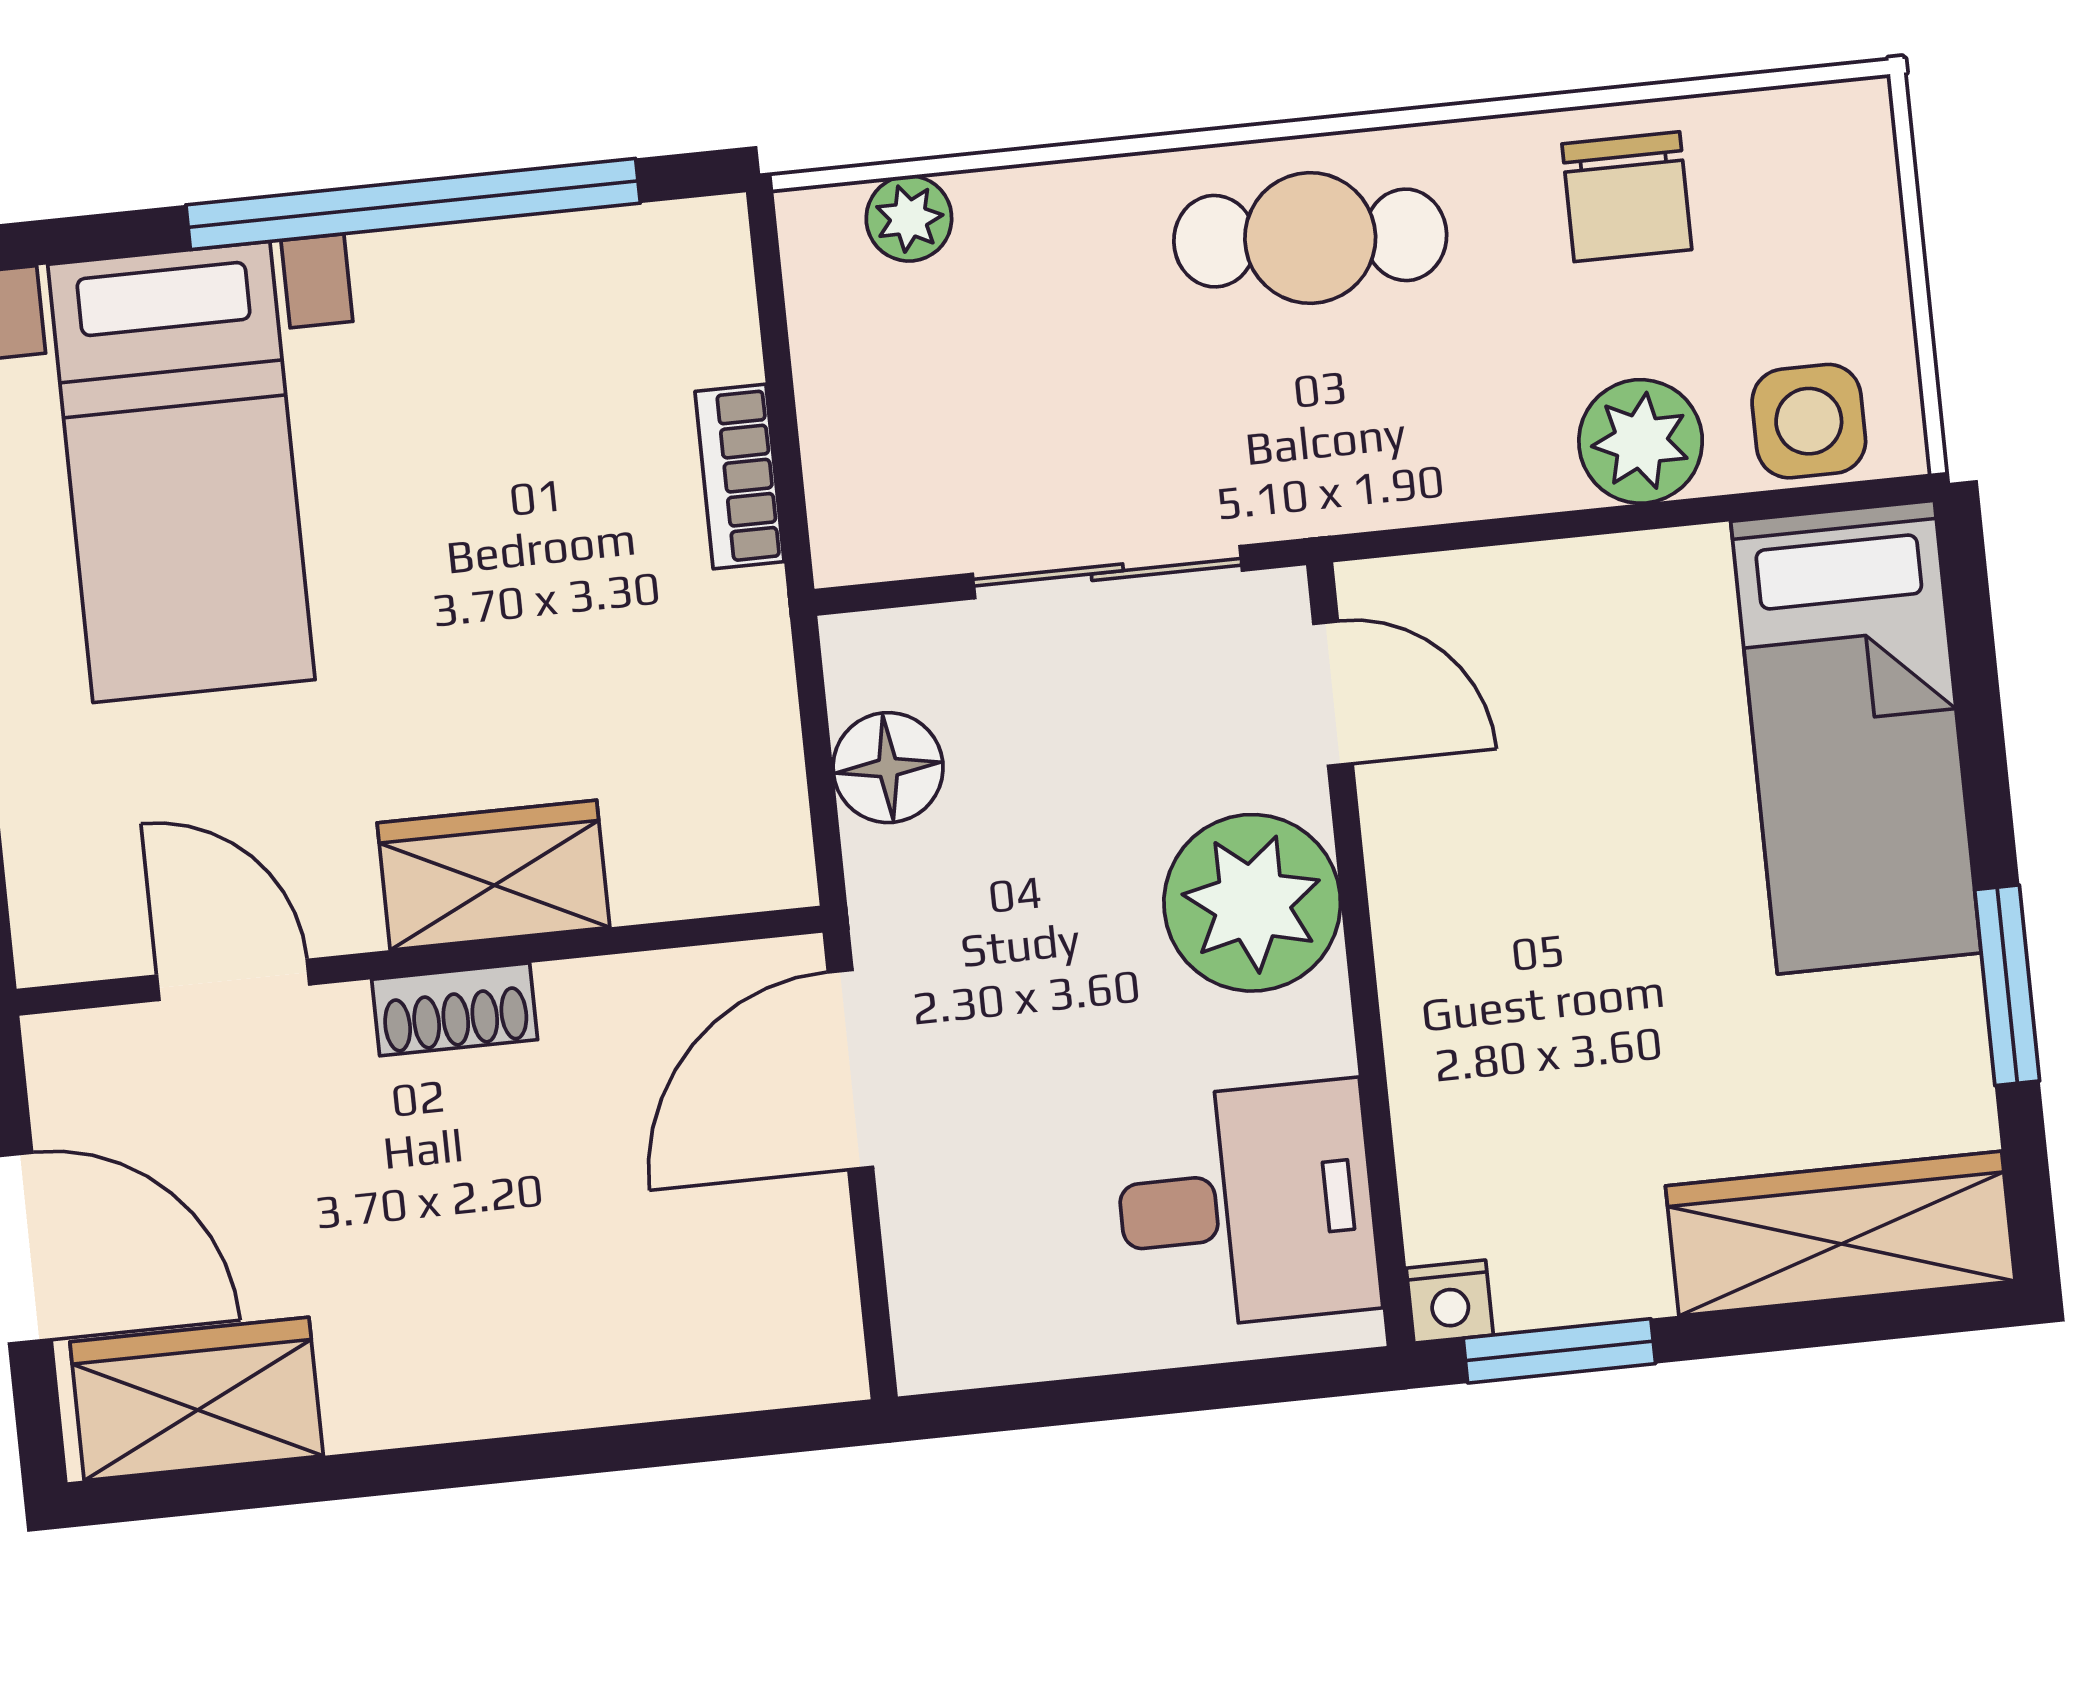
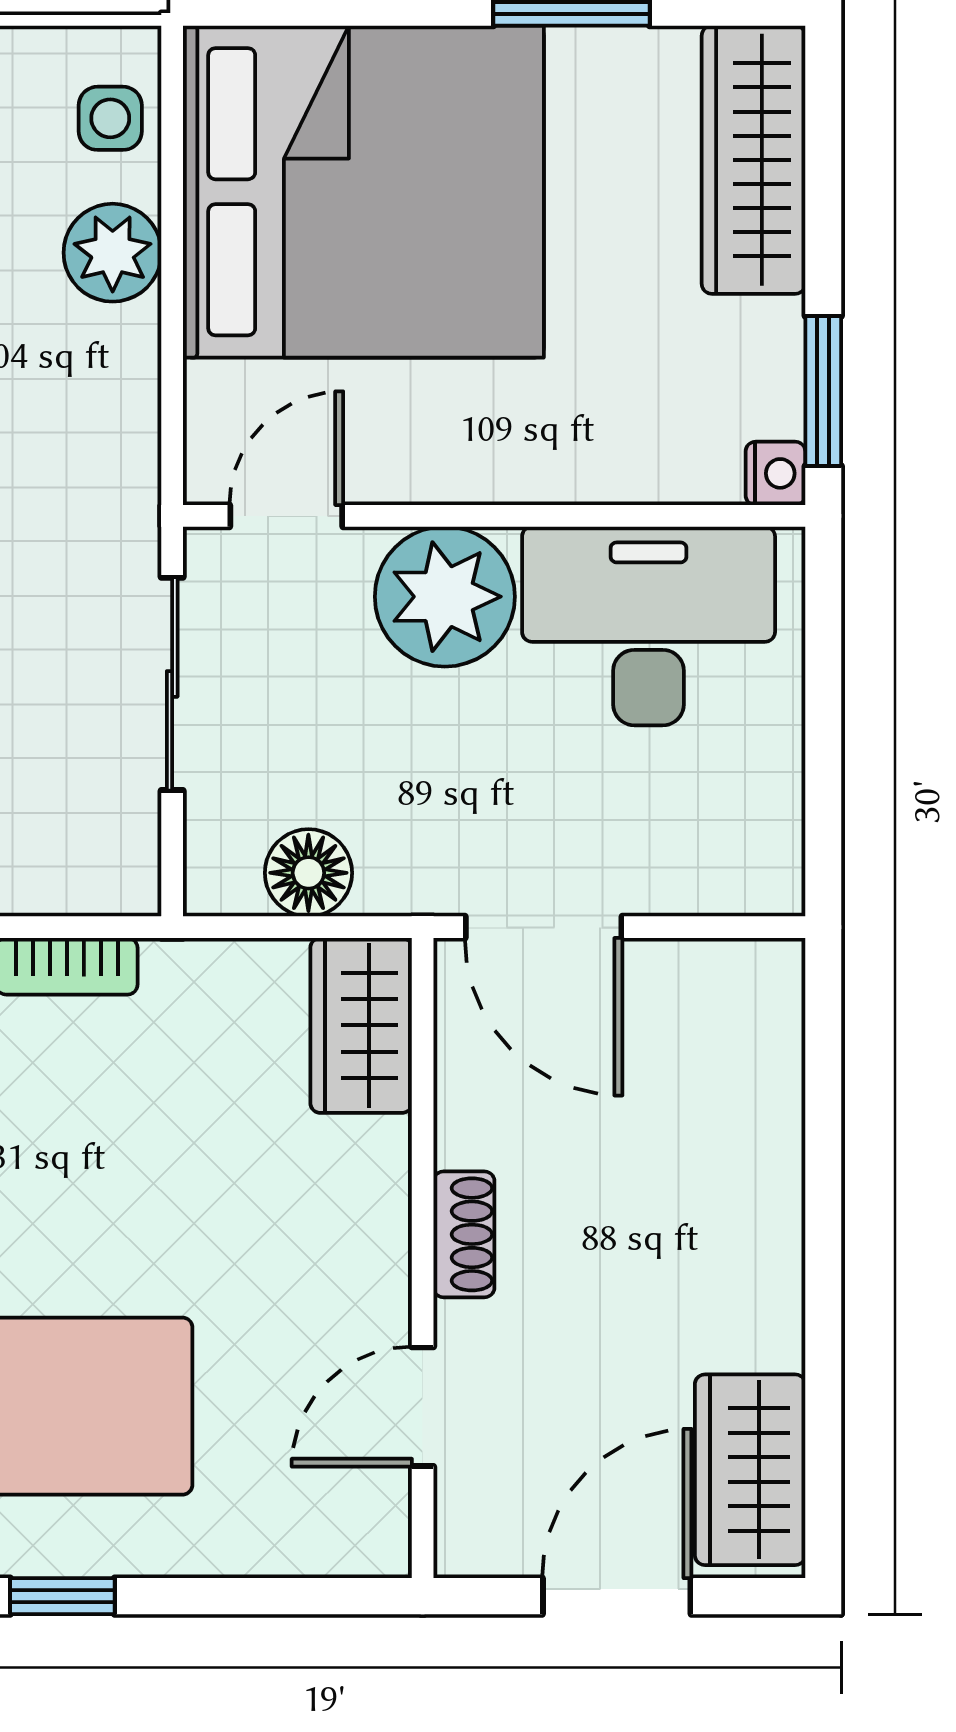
side table: (1809, 421) -> (110, 118), width x0.73, depth x0.73
bed: (1856, 737) -> (363, 192), width x2.04
wardrobe: (493, 875) -> (361, 1025), moved
desk: (1246, 1205) -> (649, 626), width x1.37

